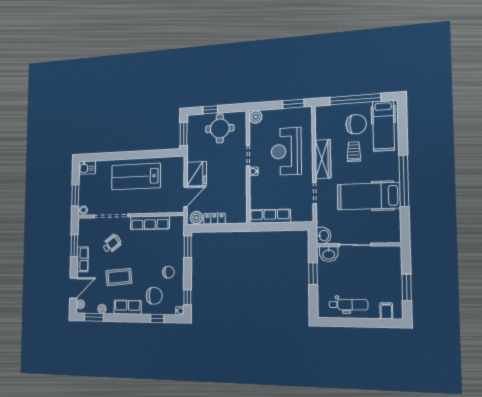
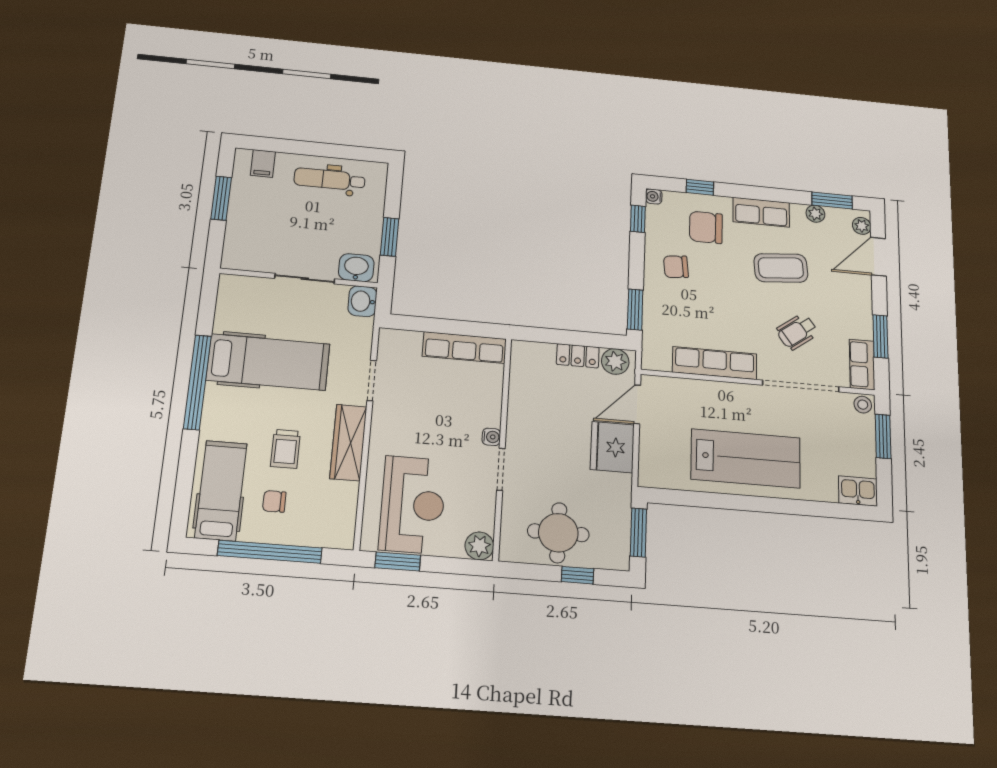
chair: (356, 124) -> (274, 501), width x0.54, depth x0.54
reception desk: (286, 151) -> (413, 505), moved
row of seats: (83, 259) -> (862, 364), moved

